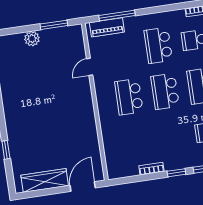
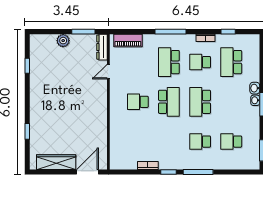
window: (117, 15) -> (170, 32), moved
dresser: (78, 39) -> (102, 47), added
school desk: (165, 91) -> (169, 102), turned 180
school desk: (129, 97) -> (138, 102), width x0.54

